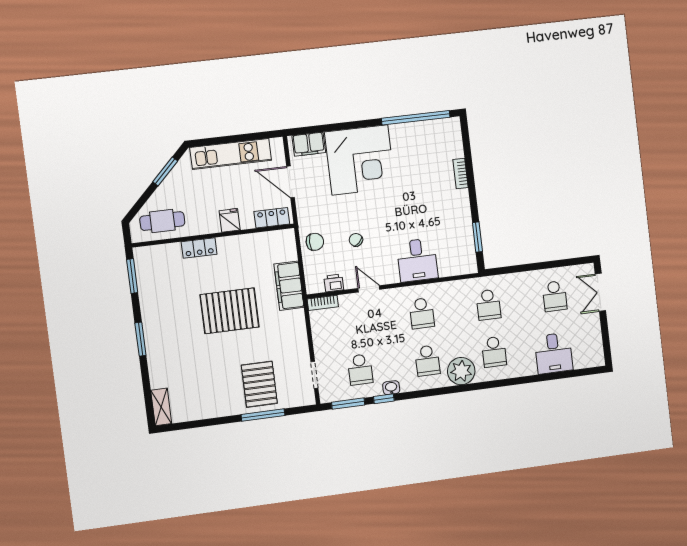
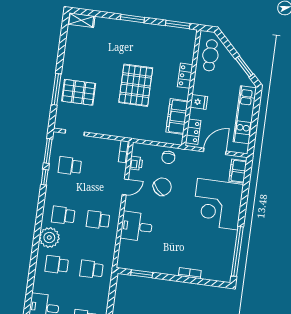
chair: (356, 240) -> (162, 187), width x1.87, depth x1.87
filing cabinet: (289, 286) -> (177, 117), moved, turned -90
washbasin: (391, 388) -> (51, 184), removed

